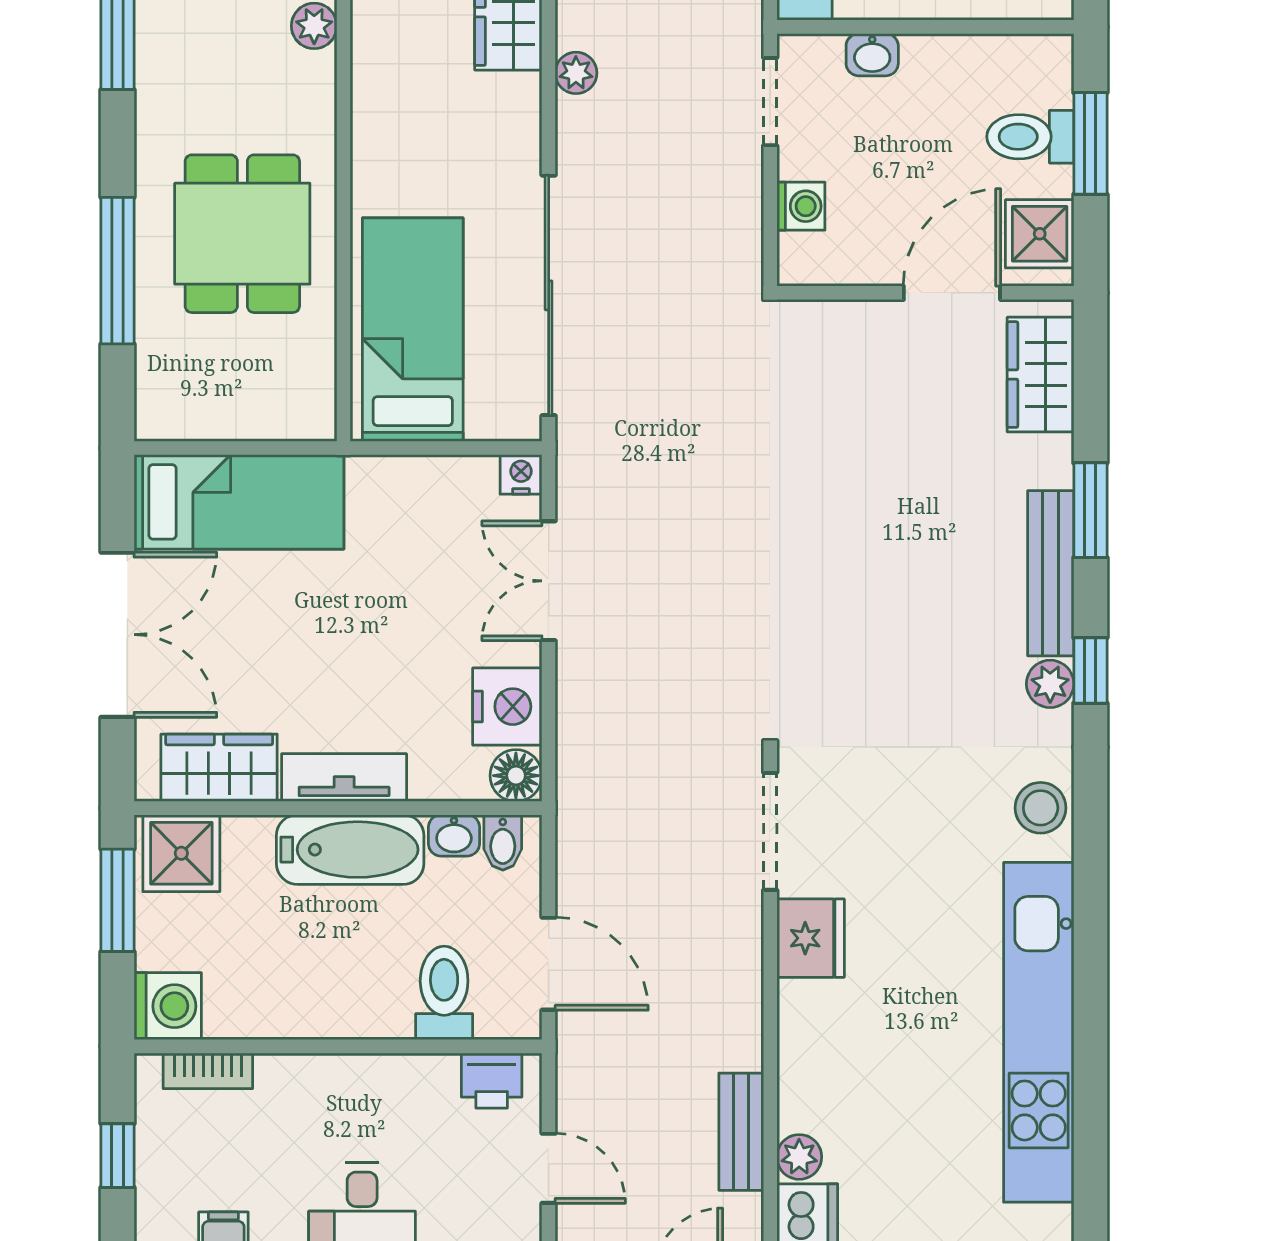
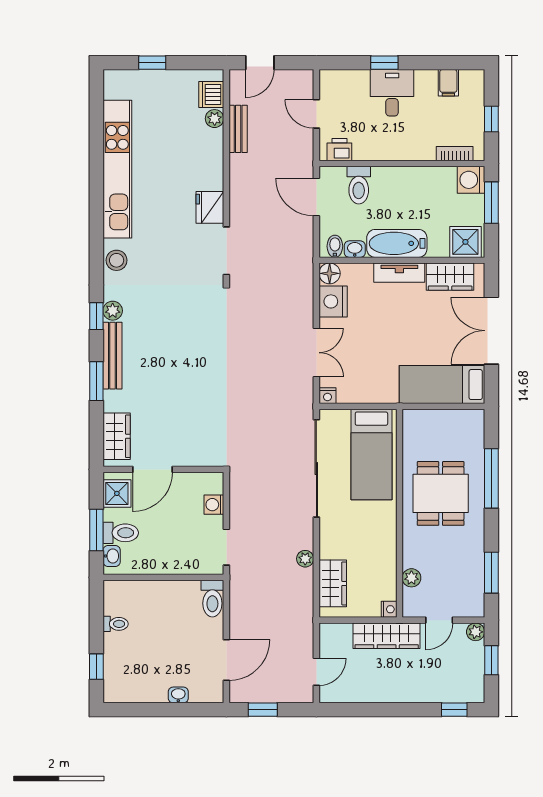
washbasin: (872, 55) -> (112, 556), moved, turned 90
window: (118, 900) -> (491, 203), moved

